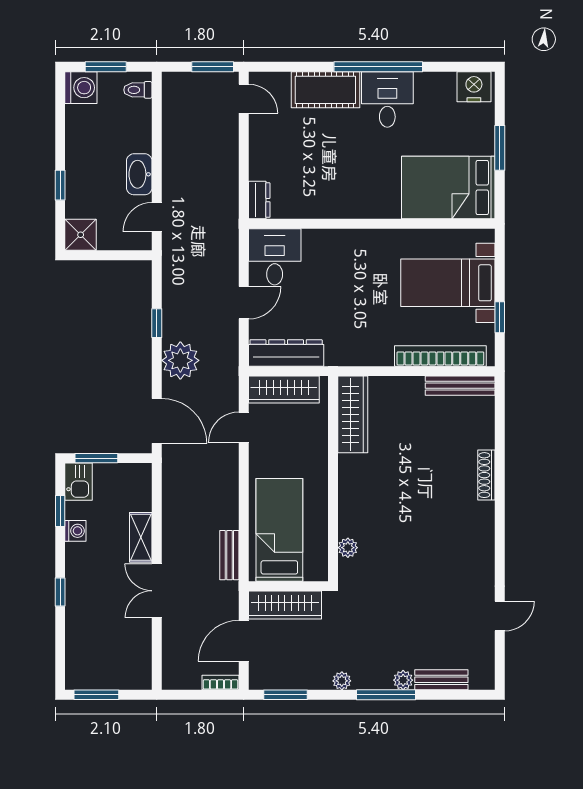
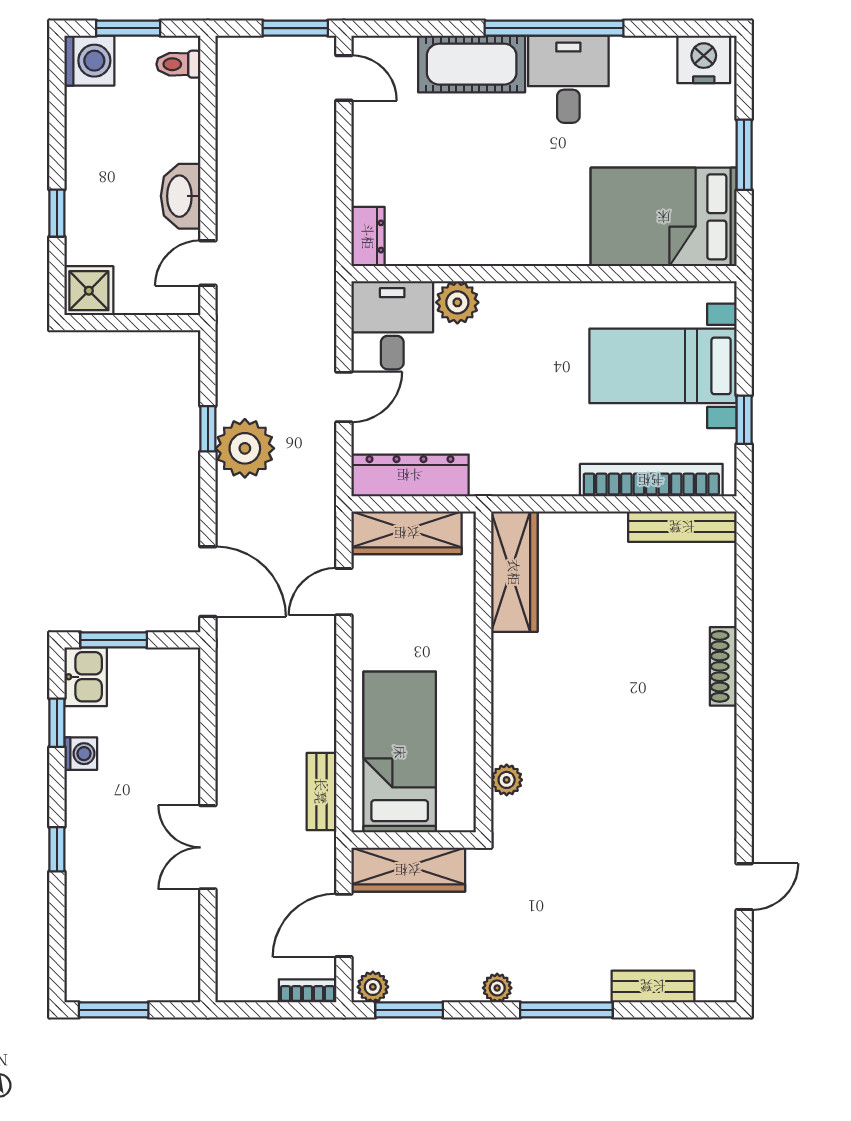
plant: (316, 242) -> (457, 302), added
plant: (180, 360) -> (245, 448), moved
shelving: (141, 537) -> (183, 764), removed
plant: (403, 680) -> (373, 987), moved

